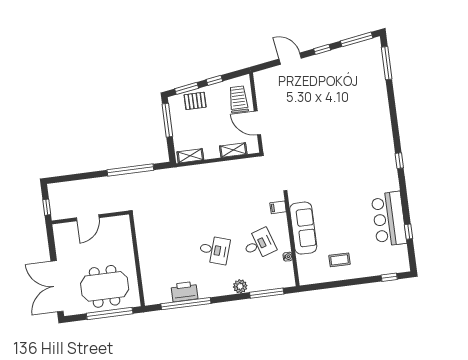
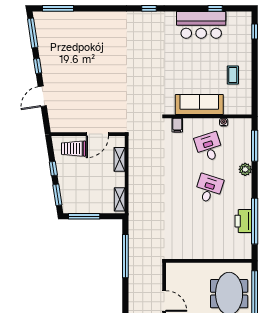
pallet: (195, 101) -> (70, 189), removed

